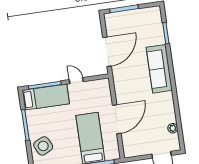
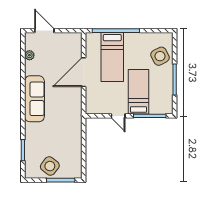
side table: (137, 21) -> (50, 166), added
door: (107, 52) -> (84, 140), removed
sofa: (159, 69) -> (34, 99), moved
bed: (46, 97) -> (138, 92), moved, turned 90

